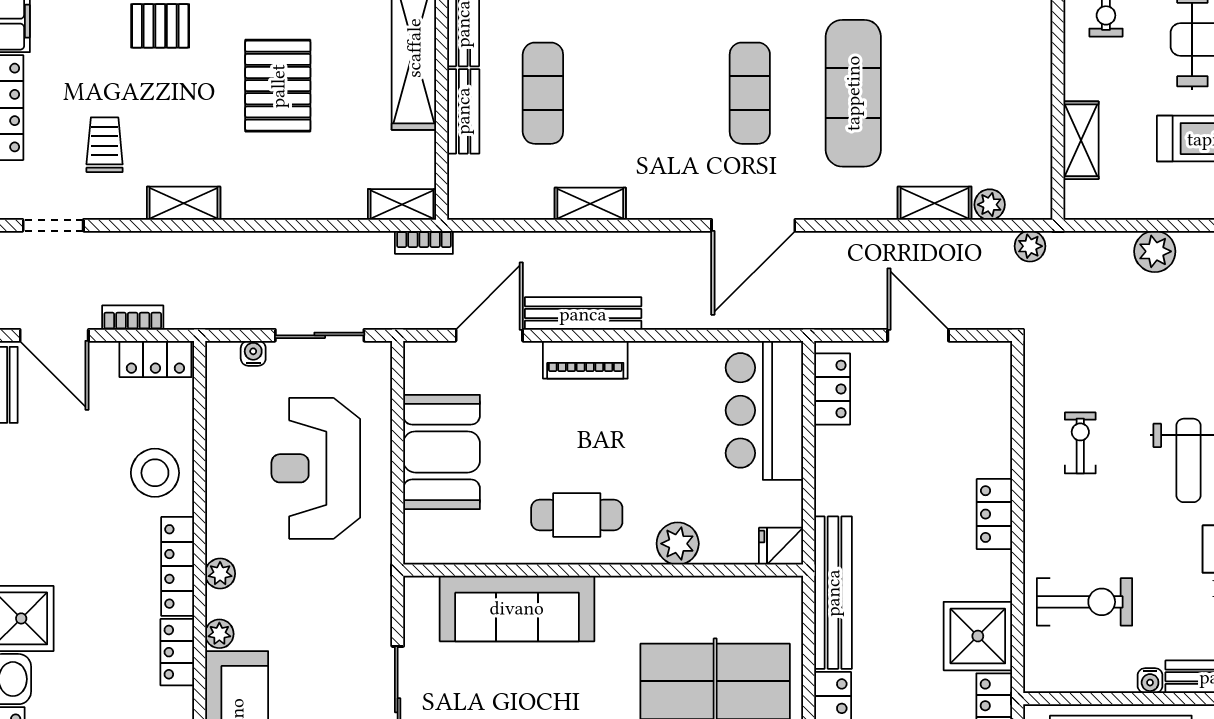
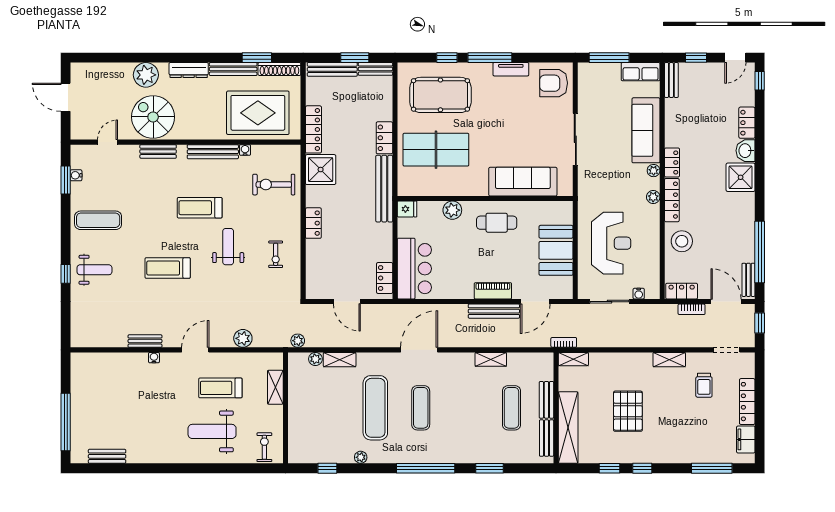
pallet: (160, 26) -> (680, 437), removed

